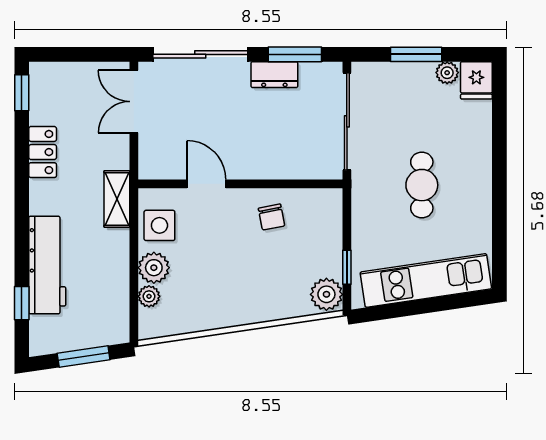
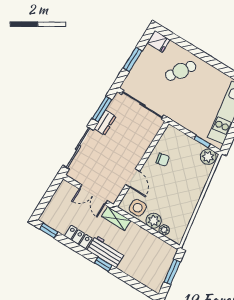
plant: (447, 73) -> (148, 51), removed
double door: (134, 102) -> (93, 195), moved
door: (206, 184) -> (133, 178), swing flipped
cafe table: (422, 185) -> (181, 71), moved, turned -55
workbench: (47, 265) -> (106, 251), moved, width x0.73
window: (22, 303) -> (103, 264), moved

